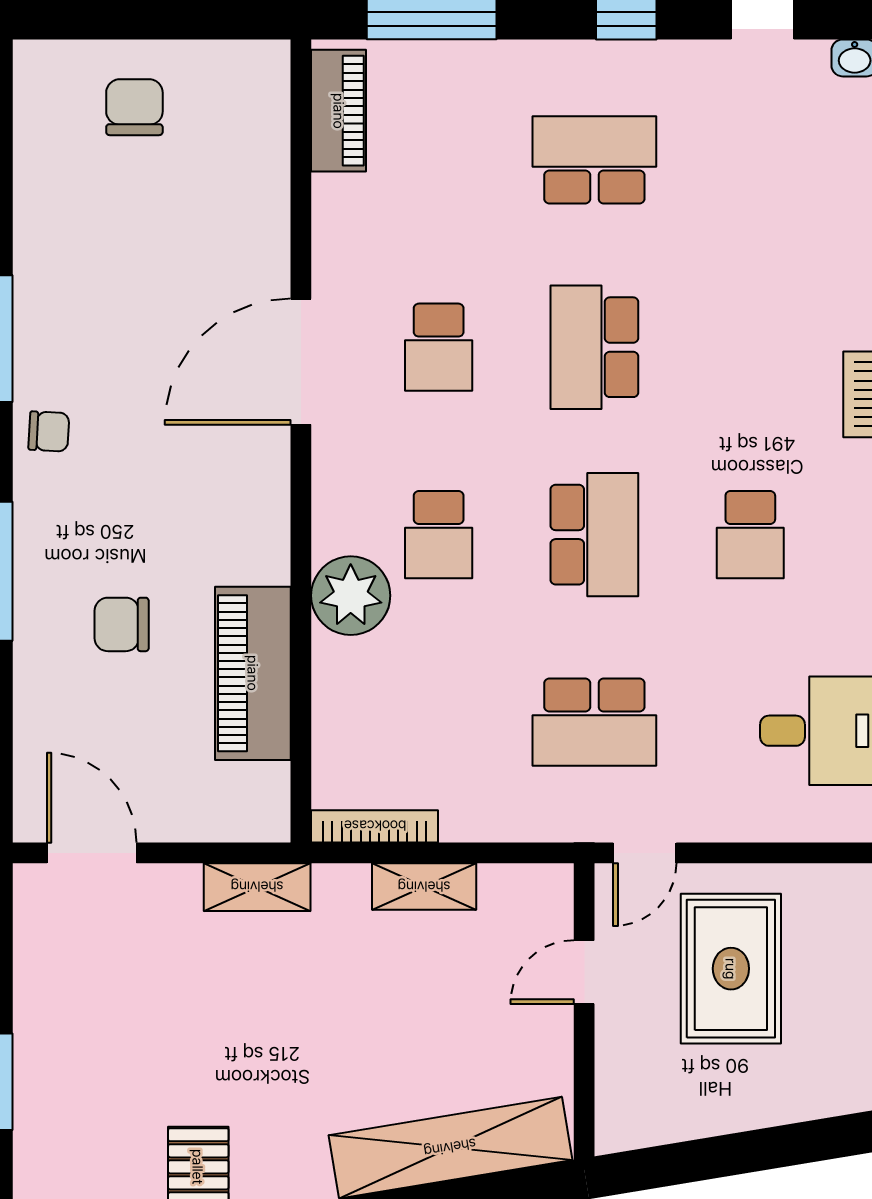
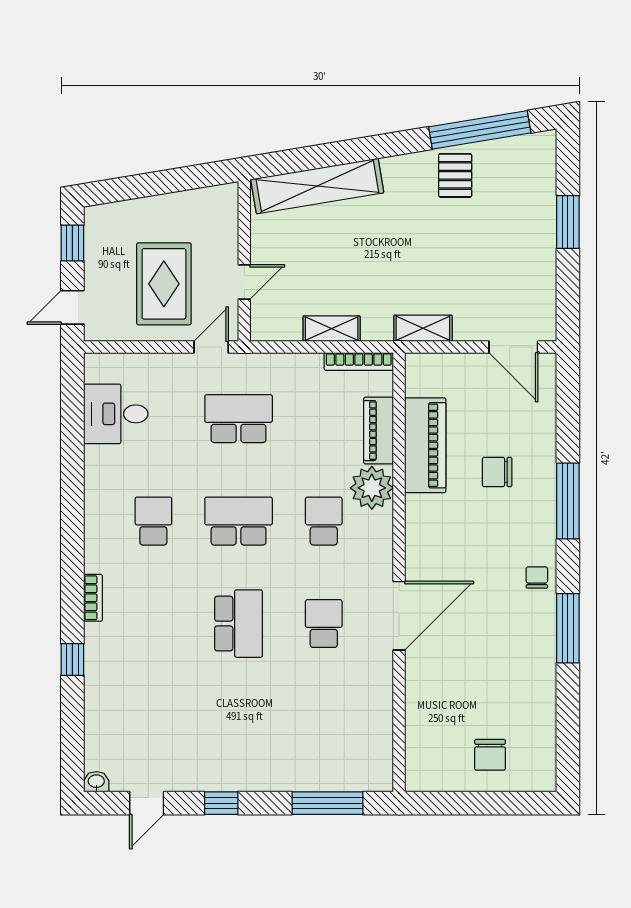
piano: (339, 111) -> (378, 431), moved
school desk: (594, 160) -> (239, 726), removed
chair: (49, 431) -> (537, 578), turned 87
school desk: (594, 535) -> (239, 521), turned 90
chair: (122, 624) -> (497, 472), turned 180

